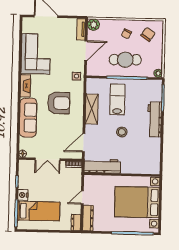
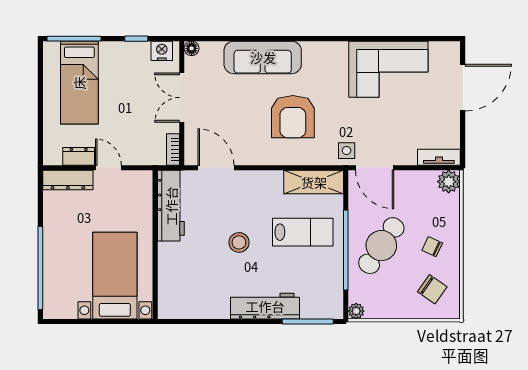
door: (86, 51) -> (375, 168), moved
cafe table: (125, 60) -> (381, 246), turned 35
fireplace: (25, 86) -> (325, 51), removed
shelving: (92, 109) -> (314, 182), moved
nightstand: (23, 195) -> (162, 51), moved
bed with nightstands: (137, 202) -> (115, 276), width x0.73
dresser: (76, 223) -> (79, 156), moved

